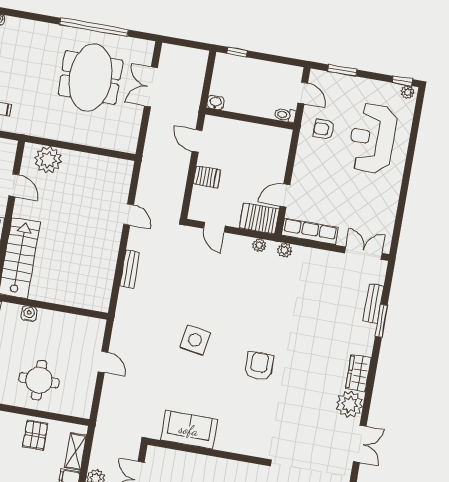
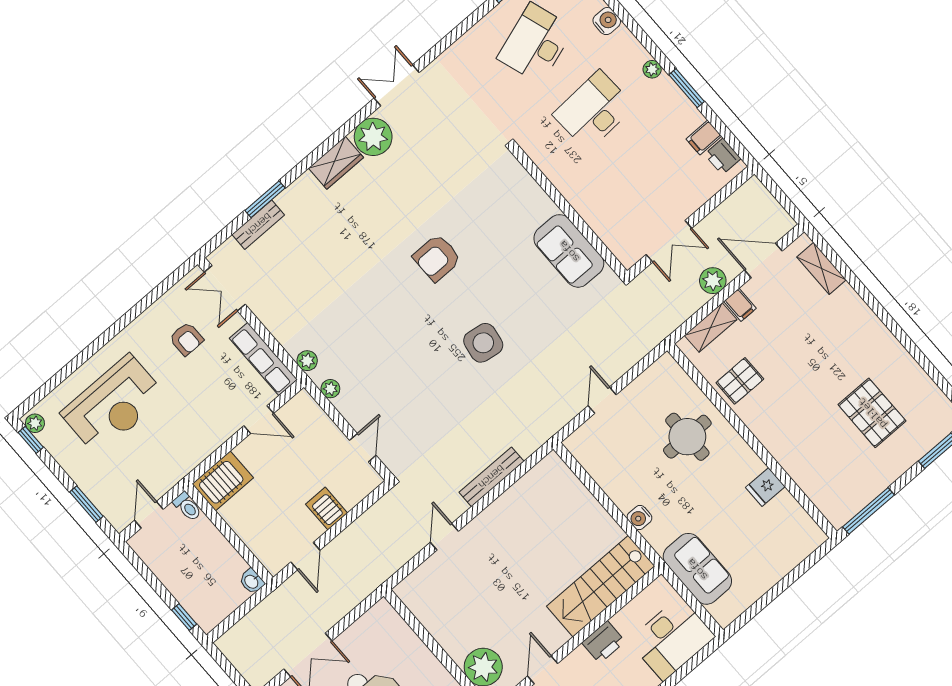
armchair: (324, 129) -> (186, 339), moved
server rack: (259, 218) -> (223, 481), moved, turned -90
bench: (130, 269) -> (491, 477), width x1.36

